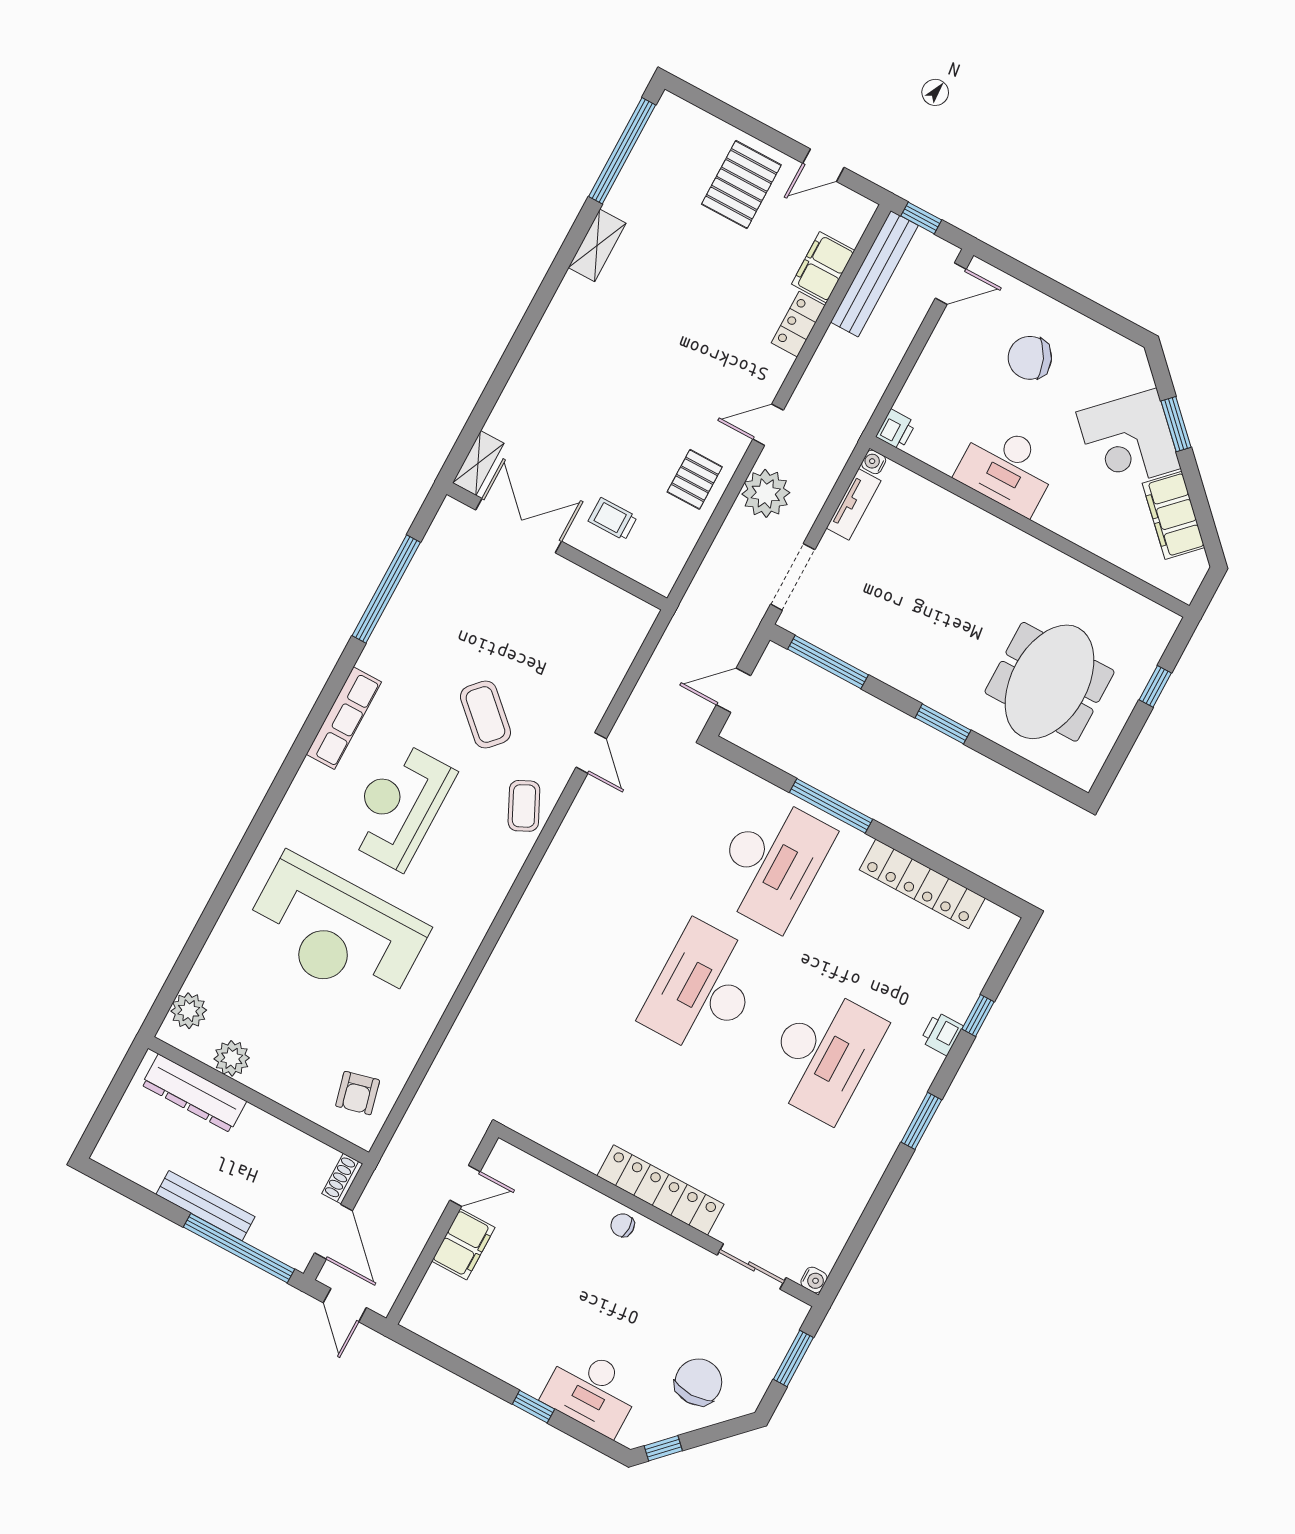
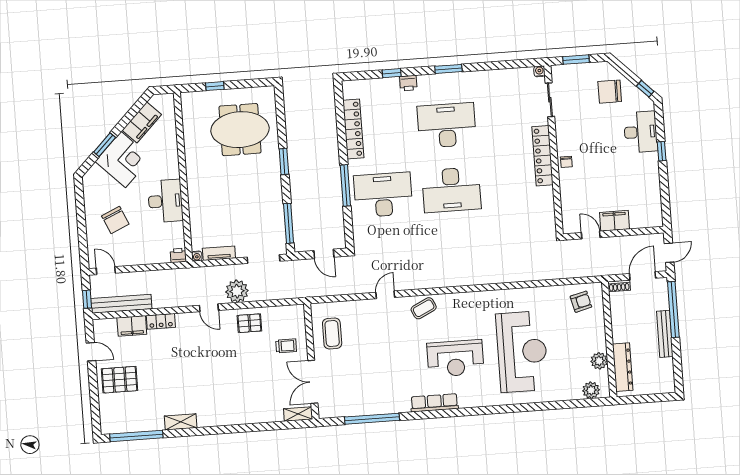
trolley: (613, 519) -> (286, 346), turned -90
coffee table: (485, 714) -> (332, 334), moved, turned -43

